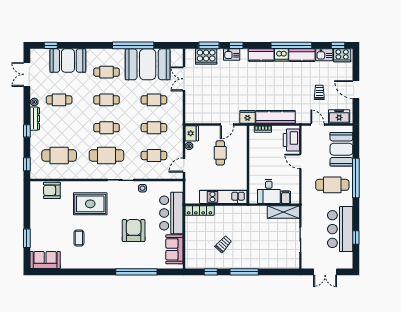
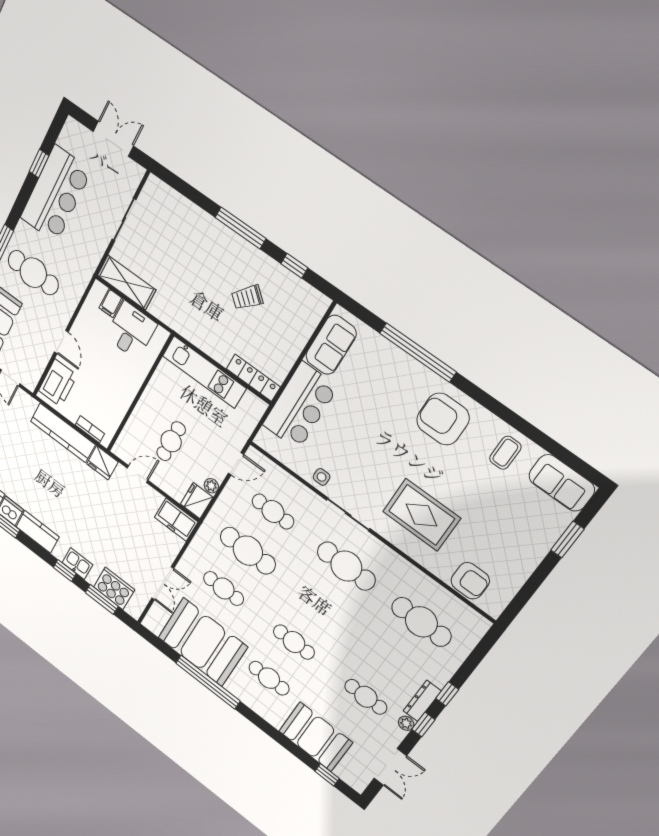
freezer: (196, 116) -> (176, 520), added
cafe table: (107, 128) -> (320, 605), removed
cafe table: (154, 128) -> (248, 551), width x1.37, depth x1.35
window: (27, 164) -> (423, 724), moved
armchair: (134, 231) -> (443, 419), moved, turned 90
coffee table: (79, 238) -> (505, 453), moved

